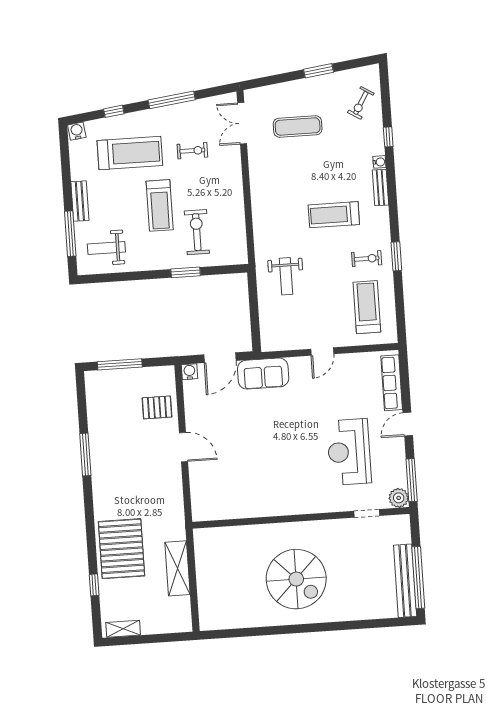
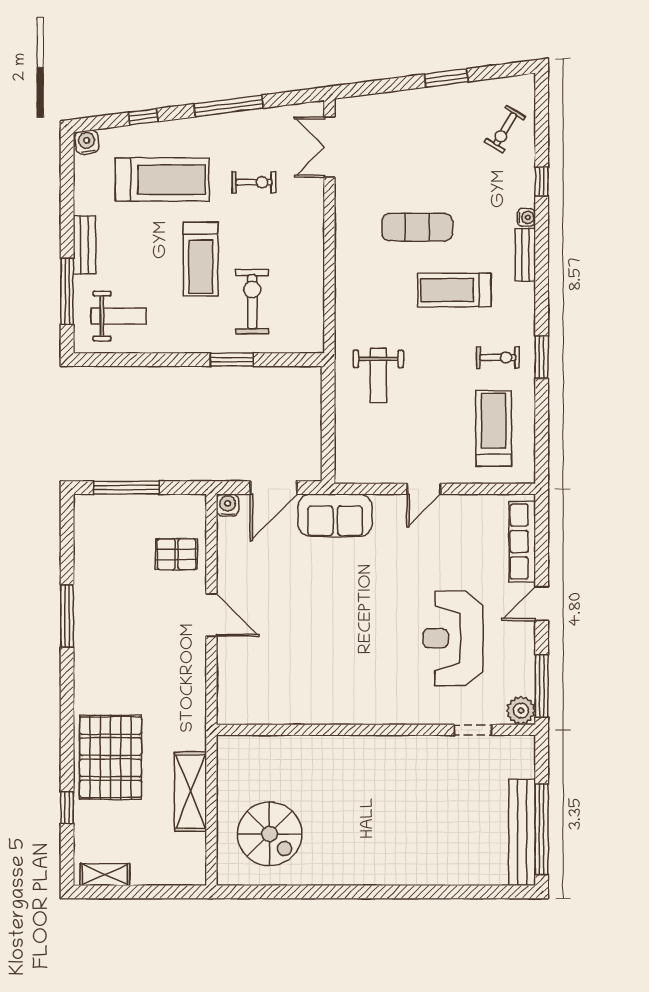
exercise mat: (298, 126) -> (417, 227), moved
weight bench: (106, 248) -> (118, 316), turned 180
spiral stairs: (296, 579) -> (270, 834), moved, width x0.73, depth x0.73

